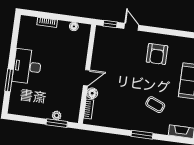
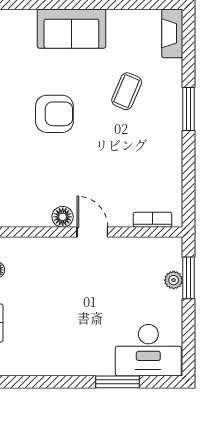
armchair: (157, 54) -> (54, 114), moved
desk: (27, 66) -> (148, 350), moved
floor lamp: (92, 93) -> (63, 217), moved

